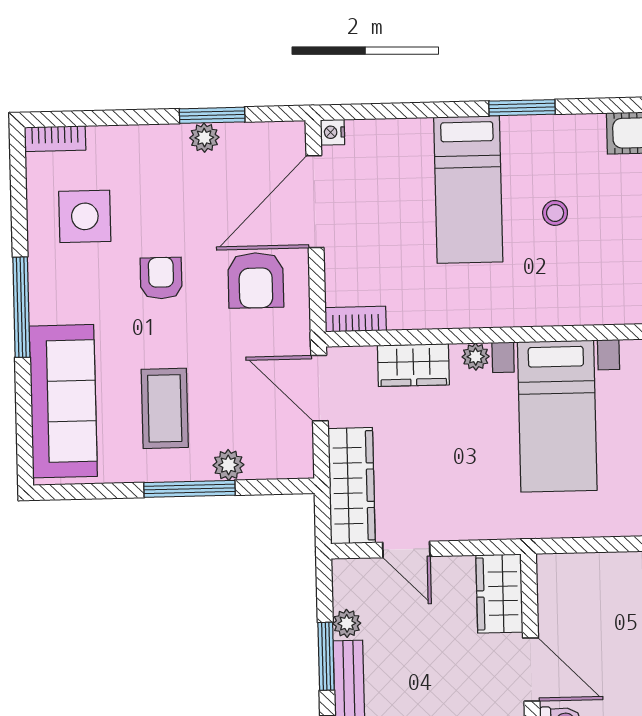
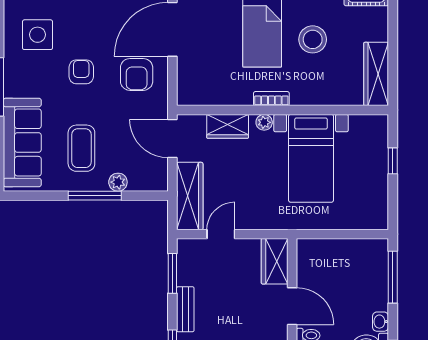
stool: (555, 213) -> (313, 39), width x1.89, depth x1.89
bookcase: (356, 319) -> (271, 99), moved
door: (406, 549) -> (221, 234), swing flipped
plant: (347, 623) -> (185, 277), removed
window: (326, 656) -> (172, 273), moved

